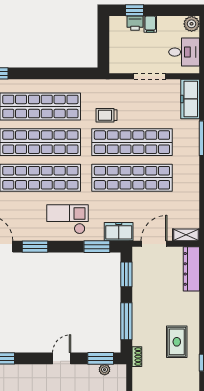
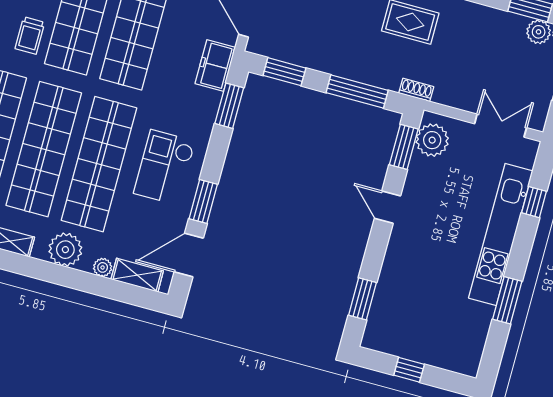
checkout: (68, 219) -> (164, 167), moved
plant: (105, 370) -> (432, 140), width x1.88, depth x1.88

